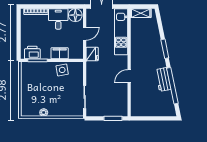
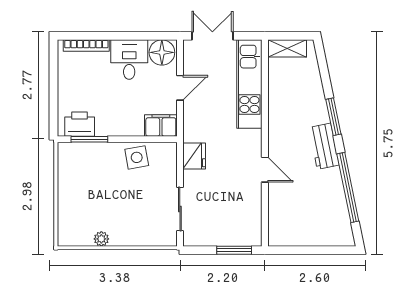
filing cabinet: (60, 53) -> (161, 125), moved
fridge: (92, 54) -> (194, 156), moved
door: (129, 76) -> (265, 170), swing flipped
workbench: (163, 79) -> (324, 146), moved

